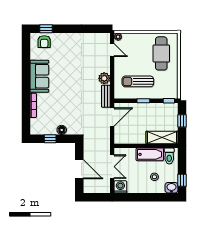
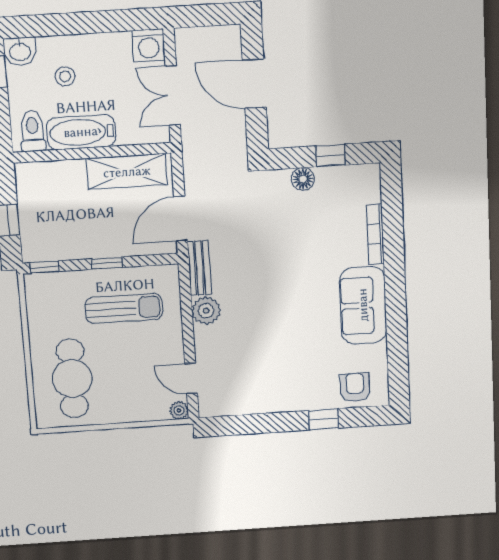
window: (46, 29) -> (324, 419), moved
shelving: (162, 137) -> (127, 172), moved

